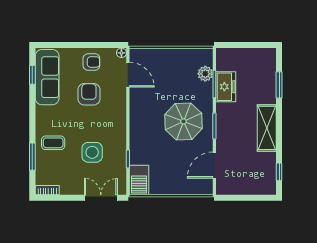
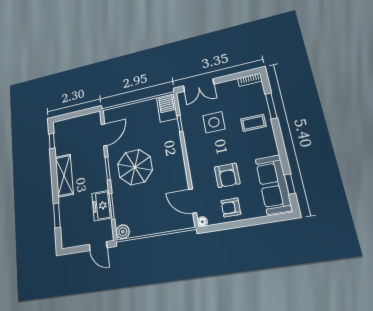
door: (234, 45) -> (98, 246), added
plant: (205, 74) -> (123, 232), moved

